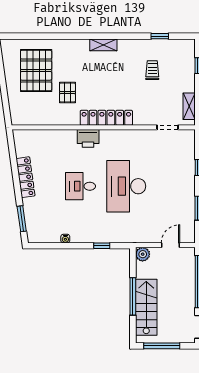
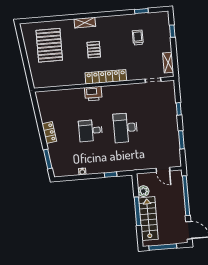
shelving: (103, 45) -> (85, 23), moved
pallet: (67, 93) -> (94, 50), moved
locker: (25, 177) -> (49, 132), width x0.66
desk: (126, 186) -> (125, 128), width x0.73, depth x0.77
door: (171, 245) -> (163, 170), swing flipped
plant: (143, 254) -> (143, 191), moved

